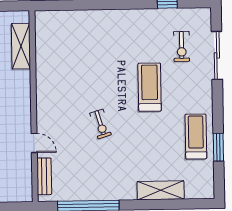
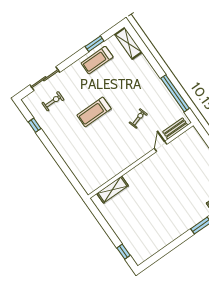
treadmill: (150, 87) -> (94, 112), moved
exercise bike: (101, 124) -> (138, 118), moved
shelving: (161, 190) -> (128, 43), moved

